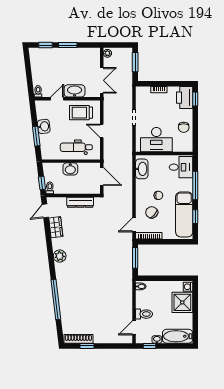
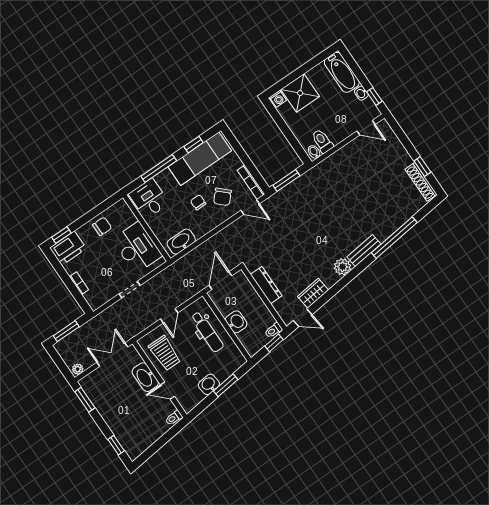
window: (68, 45) -> (85, 400), moved
bench: (61, 276) -> (364, 251), added
toilet: (144, 314) -> (322, 141), moved

